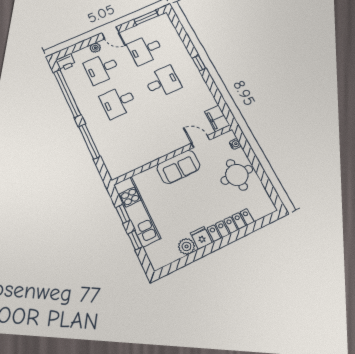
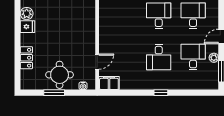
plant: (95, 48) -> (214, 58), moved
sofa: (178, 167) -> (86, 36), removed
window: (260, 171) -> (54, 93), added
locker: (231, 225) -> (26, 58), width x0.66

